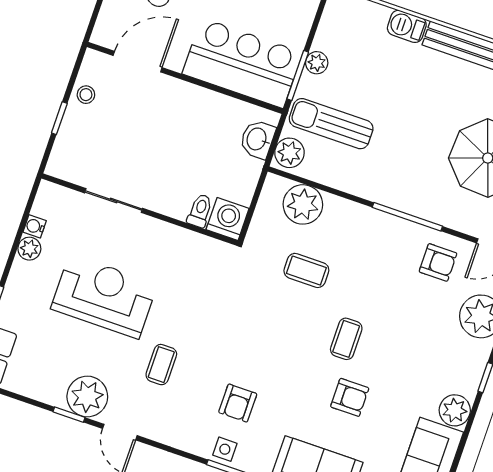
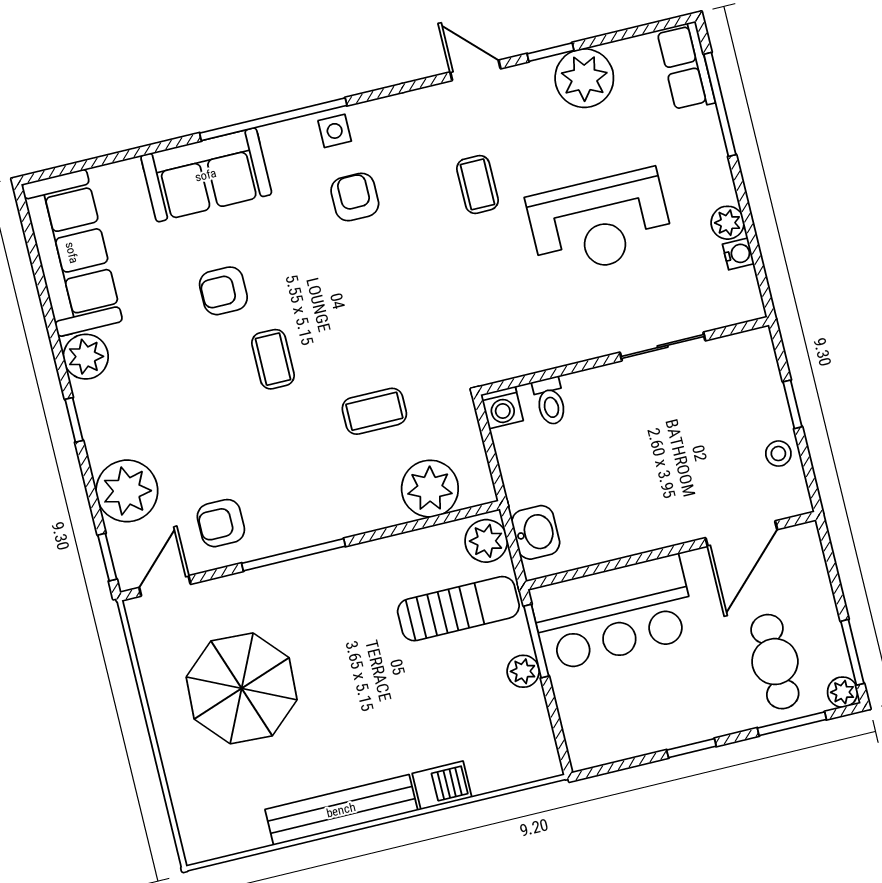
washing machine: (228, 219) -> (502, 408), width x0.73, depth x0.73
plant: (87, 396) -> (584, 78), moved

